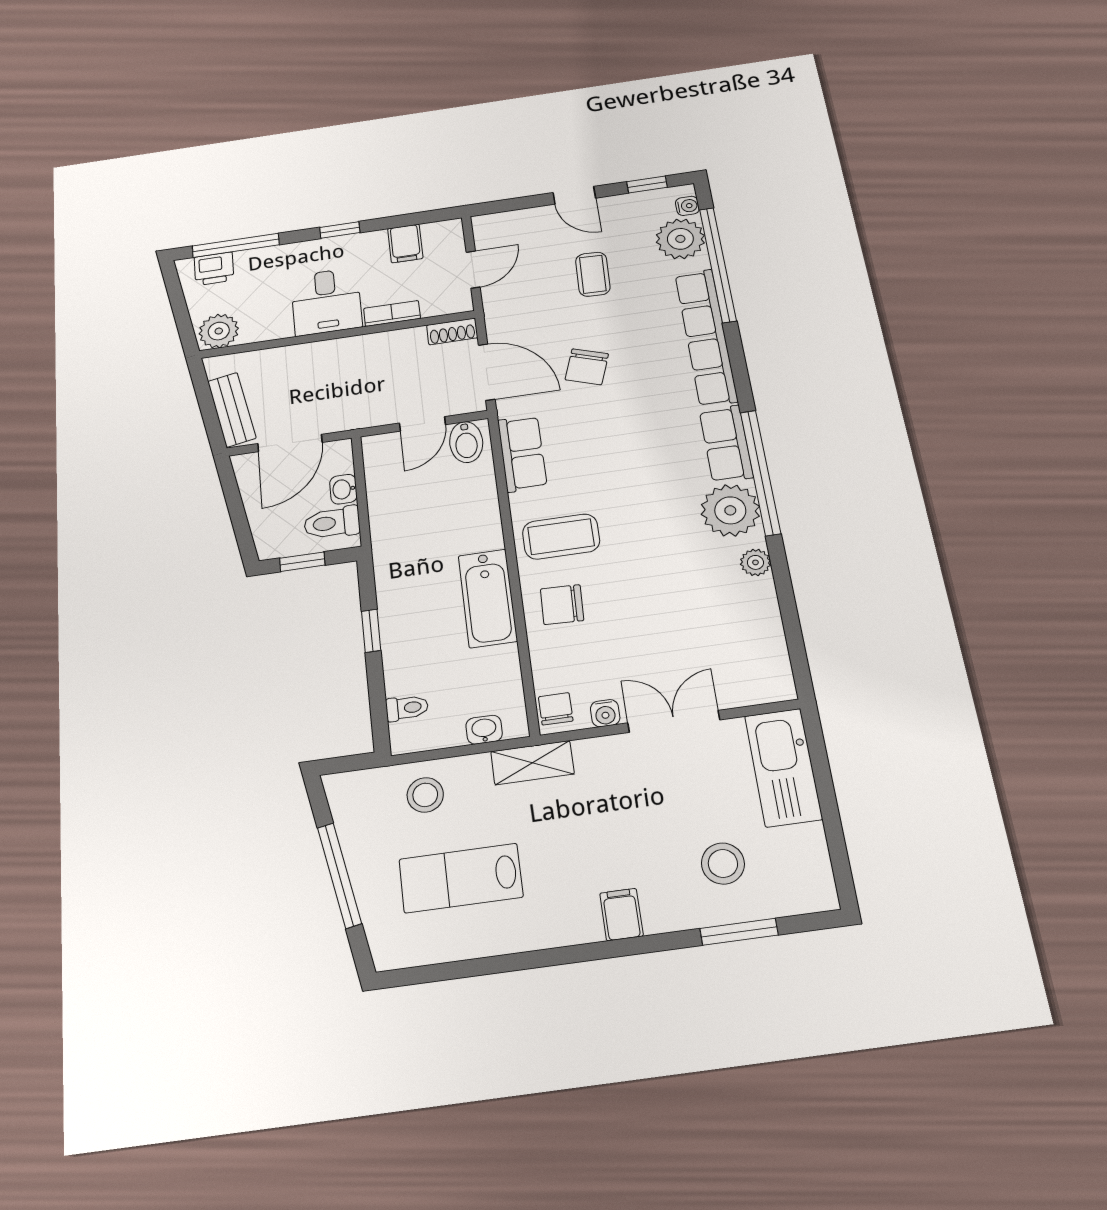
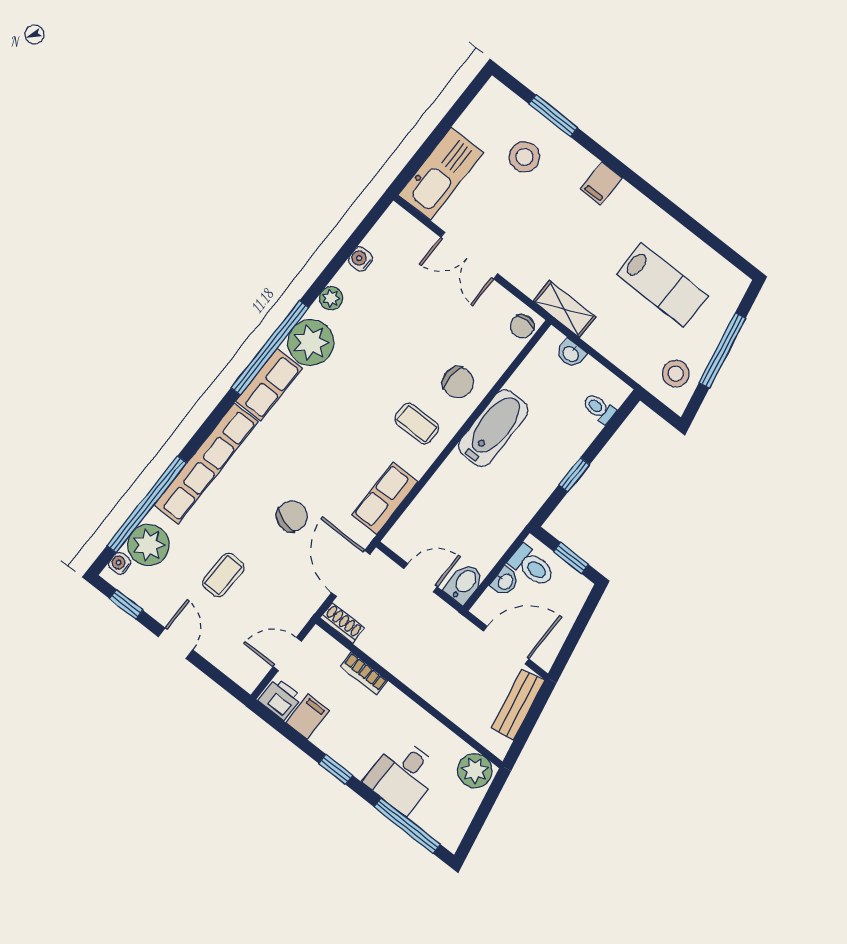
printer: (214, 269) -> (280, 699), moved
desk: (326, 302) -> (403, 776), moved, turned 180
bidet: (466, 442) -> (464, 583), moved
coffee table: (561, 537) -> (417, 424), width x0.73, depth x0.77
water cooler: (605, 713) -> (360, 259), moved, turned -90
stool: (425, 795) -> (676, 374), moved

